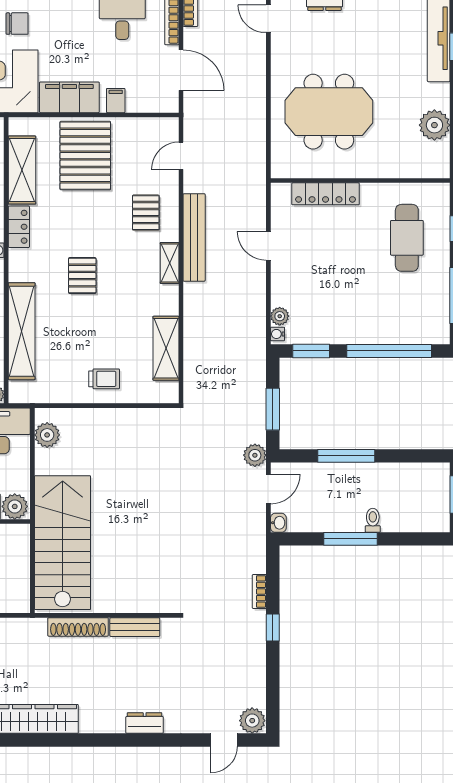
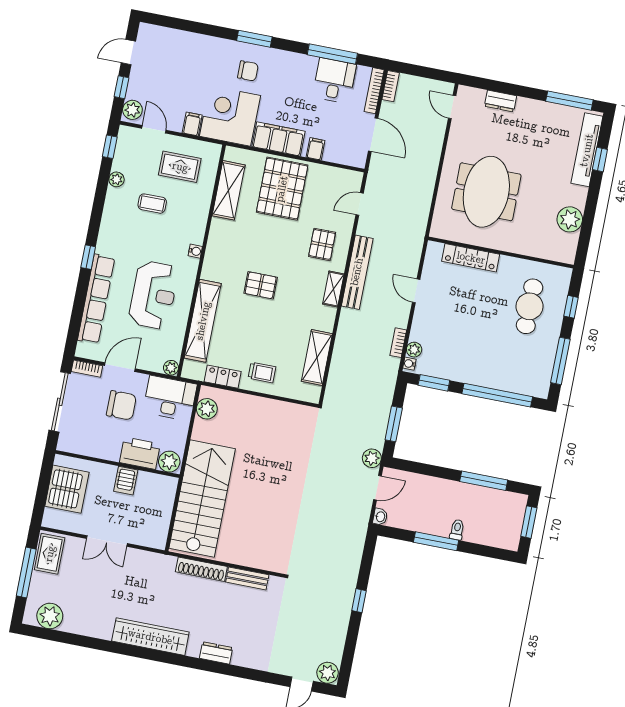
meeting table: (329, 112) -> (486, 192), turned 90
locker: (19, 227) -> (223, 377), moved, turned -90
pallet: (82, 276) -> (261, 285), turned 90
window: (346, 456) -> (484, 481), moved
bookcase: (259, 591) -> (398, 343), moved
dresser: (145, 723) -> (216, 653), moved

